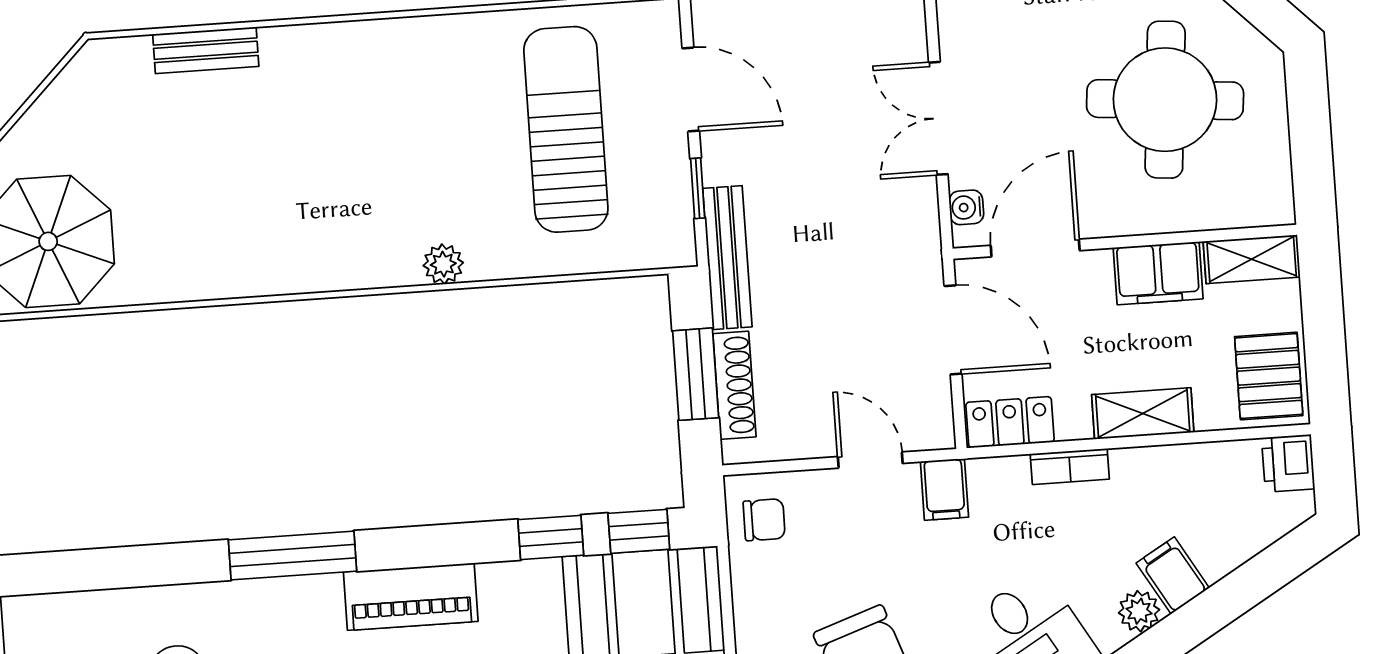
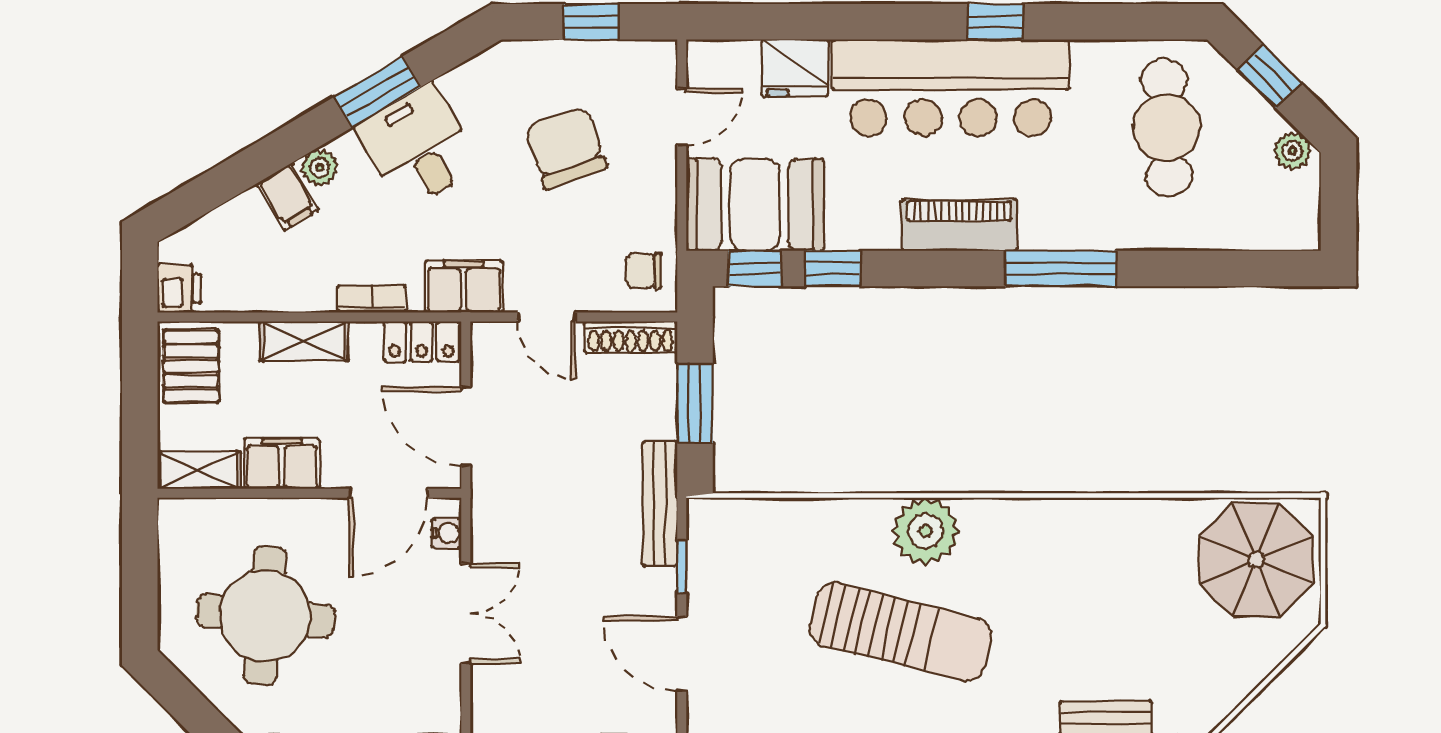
sun lounger: (566, 129) -> (901, 632), moved, turned -76
plant: (443, 264) -> (926, 531), width x1.88, depth x1.88
shoe rack: (734, 385) -> (631, 337), moved, turned -90
filing cabinet: (944, 489) -> (464, 287), width x2.00

